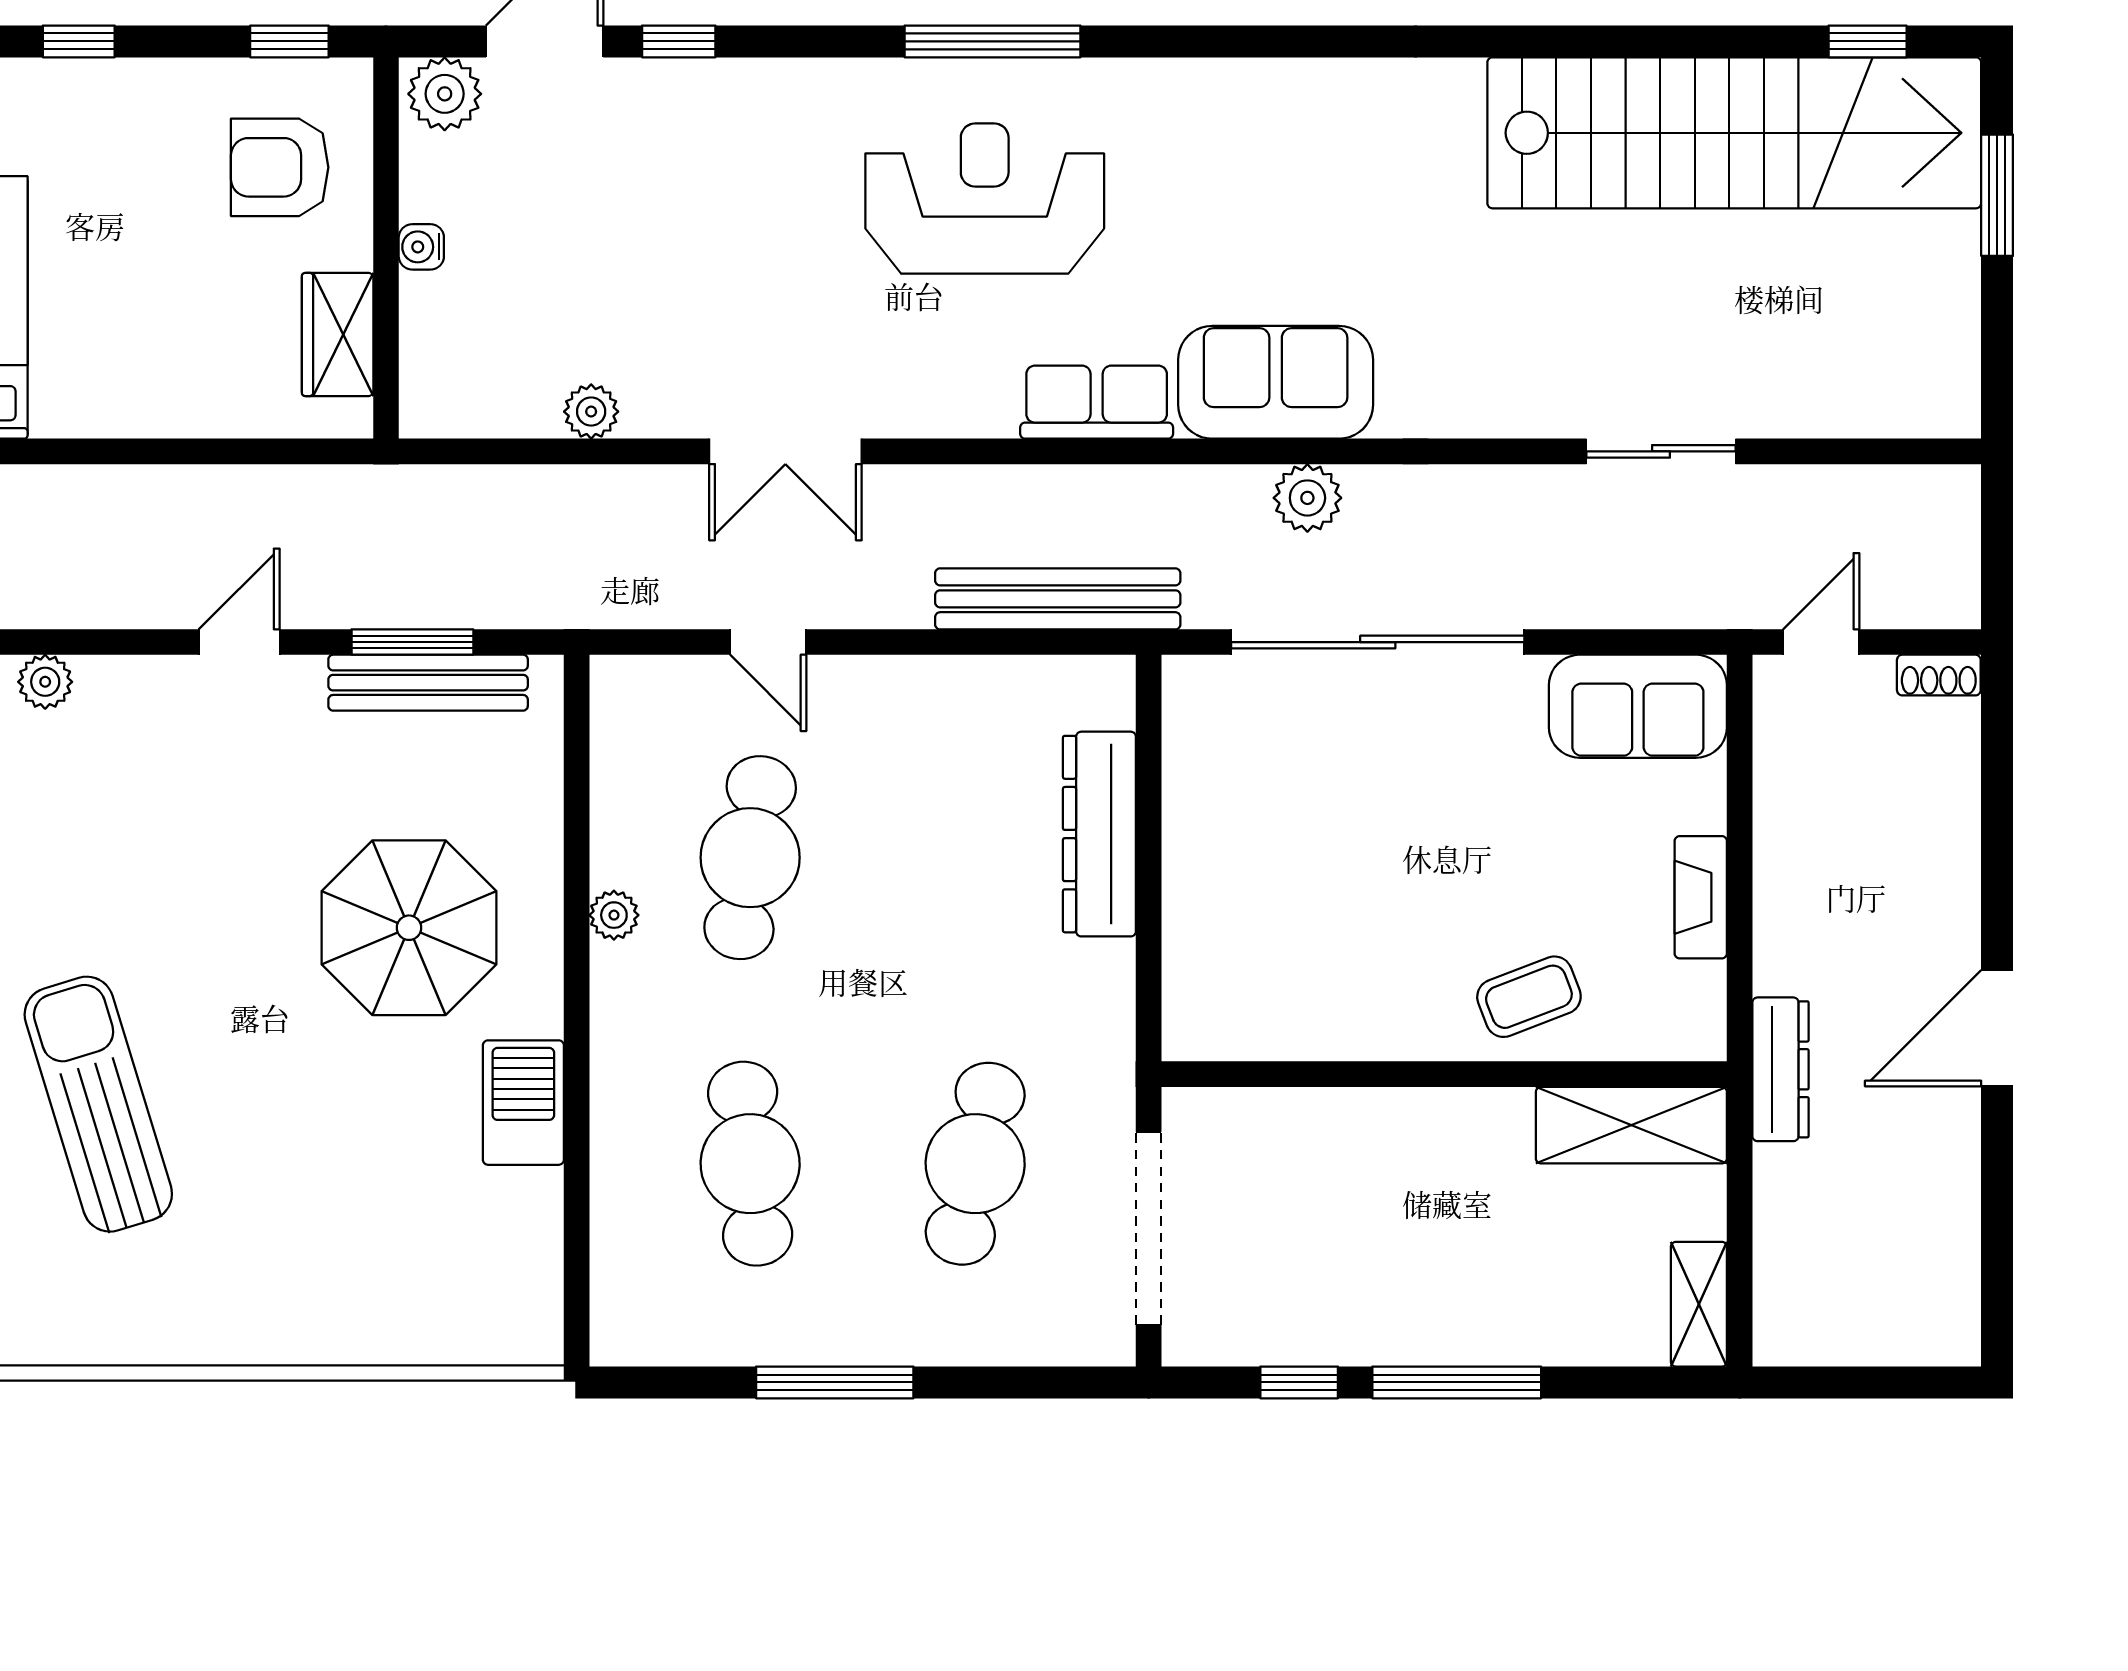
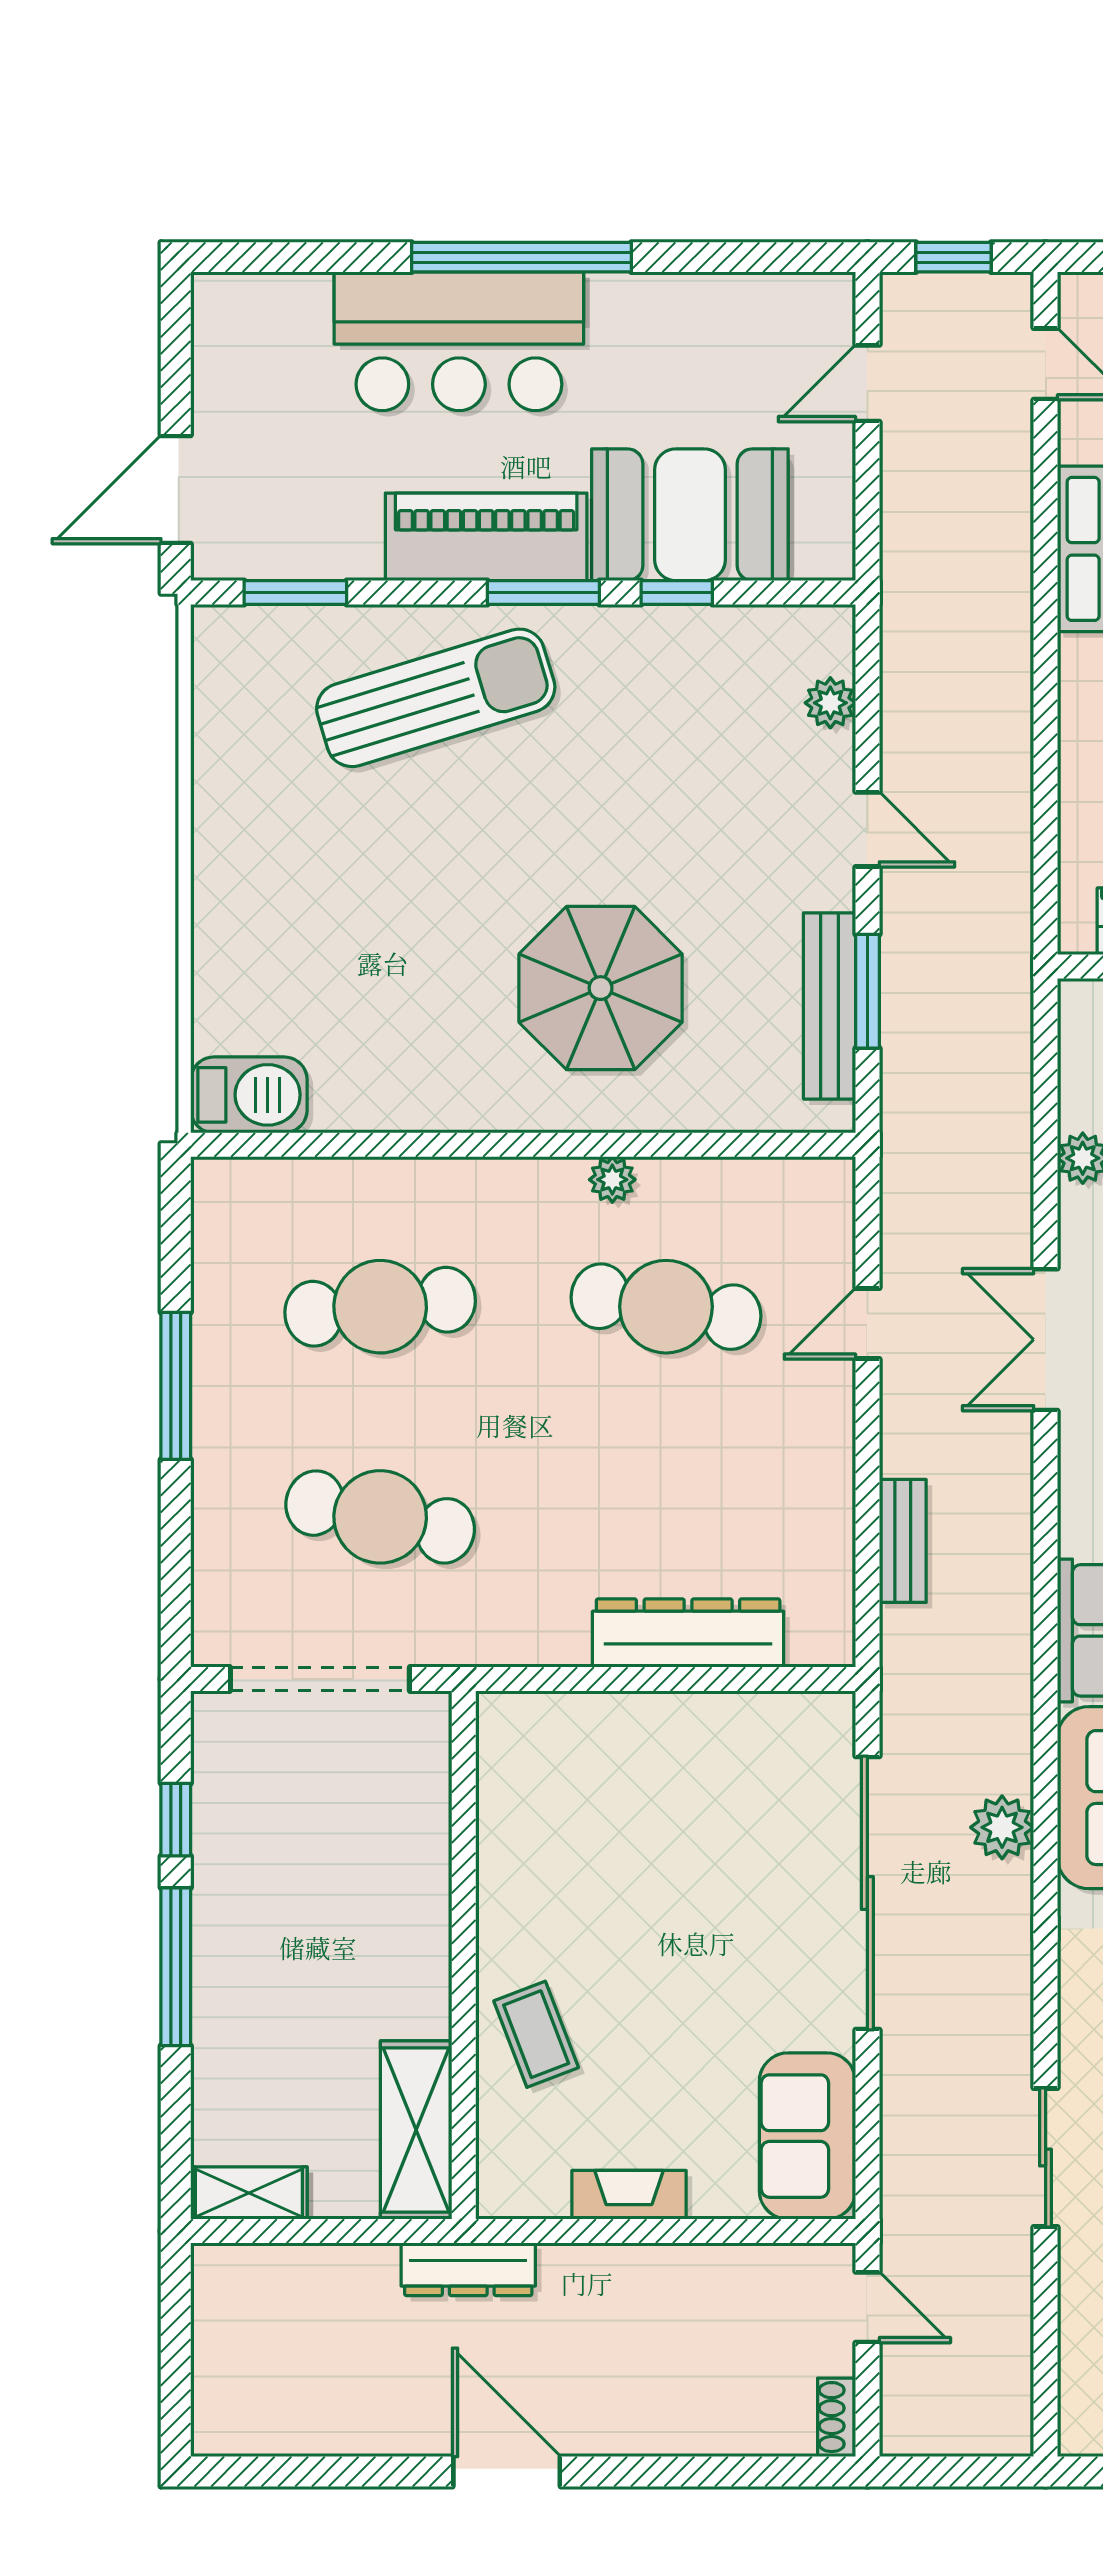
bench: (1058, 599) -> (903, 1541), width x0.54, depth x0.82
plant: (45, 682) -> (830, 703), moved
barbecue: (523, 1103) -> (249, 1095), moved

